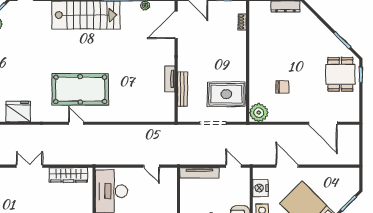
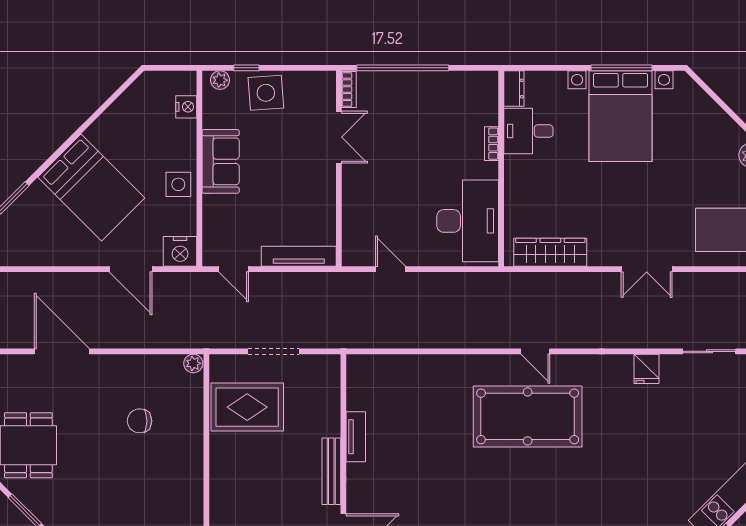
bench: (182, 89) -> (331, 471), moved
fridge: (18, 111) -> (646, 369), width x0.53, depth x0.75
plant: (259, 113) -> (193, 363), width x0.53, depth x0.53
double door: (30, 166) -> (647, 269), moved
nightstand: (260, 188) -> (180, 251), moved, turned 90

